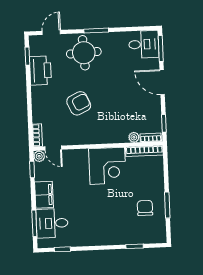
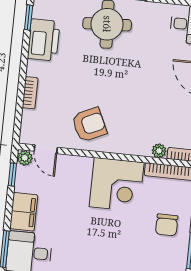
armchair: (79, 103) -> (89, 125), moved
bookcase: (37, 135) -> (30, 93), moved
chair: (145, 208) -> (167, 225), moved, turned 180

